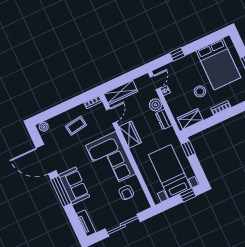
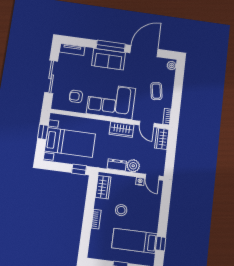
window: (177, 54) -> (161, 244), moved
bed: (218, 64) -> (135, 241), width x0.67
wardrobe: (121, 92) -> (162, 139), width x0.67
window: (188, 195) -> (43, 132), moved

